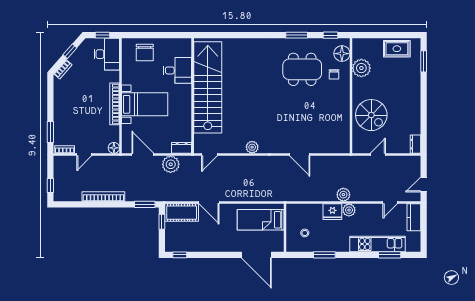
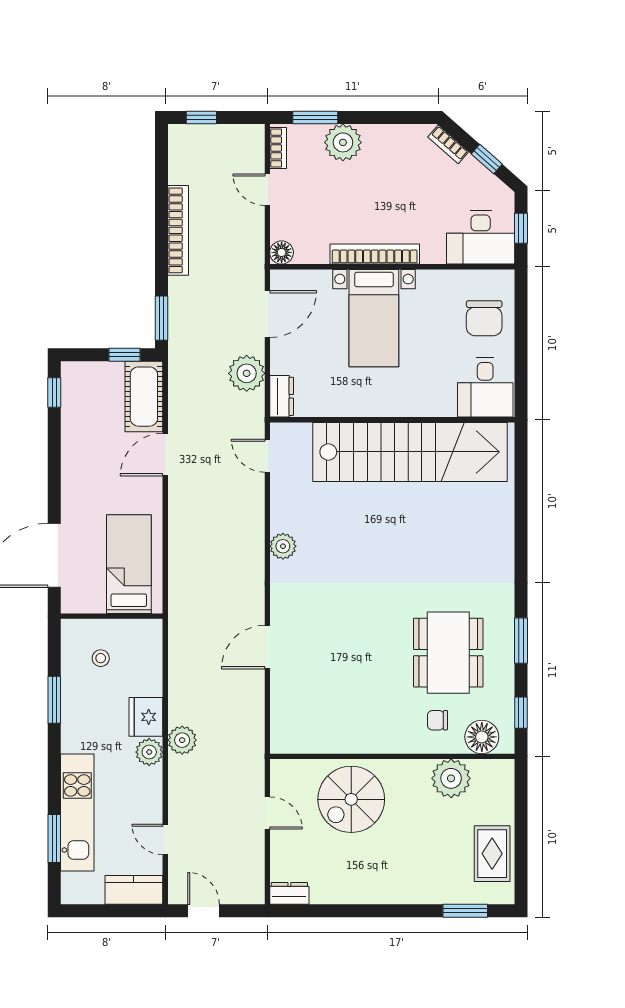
chair: (145, 52) -> (484, 318), turned -90
desk: (177, 70) -> (485, 387), moved
plant: (62, 119) -> (343, 142), added

